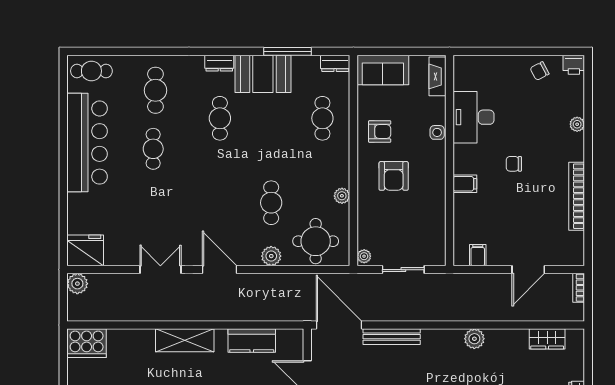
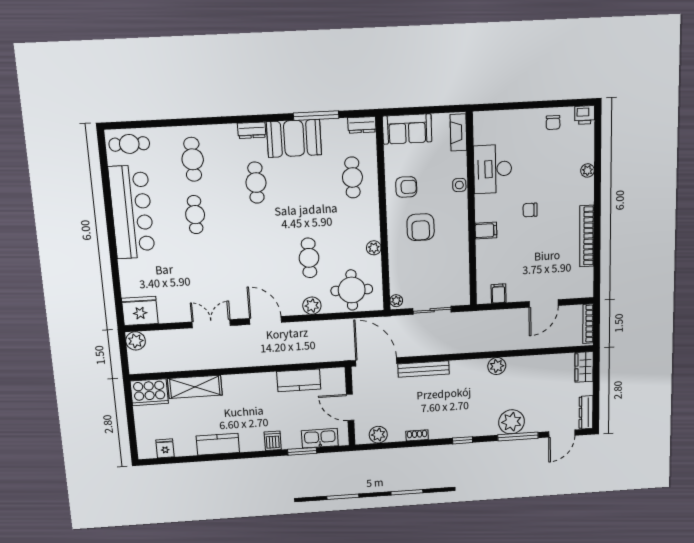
chair: (540, 71) -> (553, 122), turned -62
bookcase: (579, 288) -> (588, 324), width x1.56
wardrobe: (547, 339) -> (584, 367), moved, turned 90
shelving: (185, 340) -> (195, 387), moved

